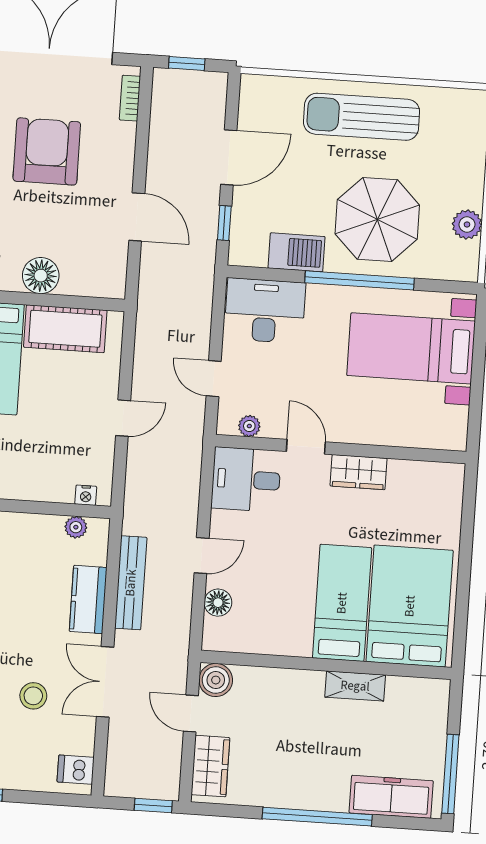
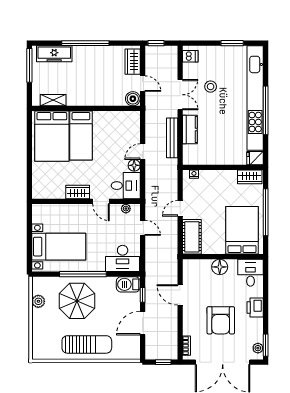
barbecue: (296, 252) -> (128, 284), moved
cot: (65, 329) -> (192, 237), moved, turned 90
plant: (76, 527) -> (197, 160), removed
floor lamp: (218, 603) -> (134, 165), moved
shelving: (355, 686) -> (53, 100), moved

